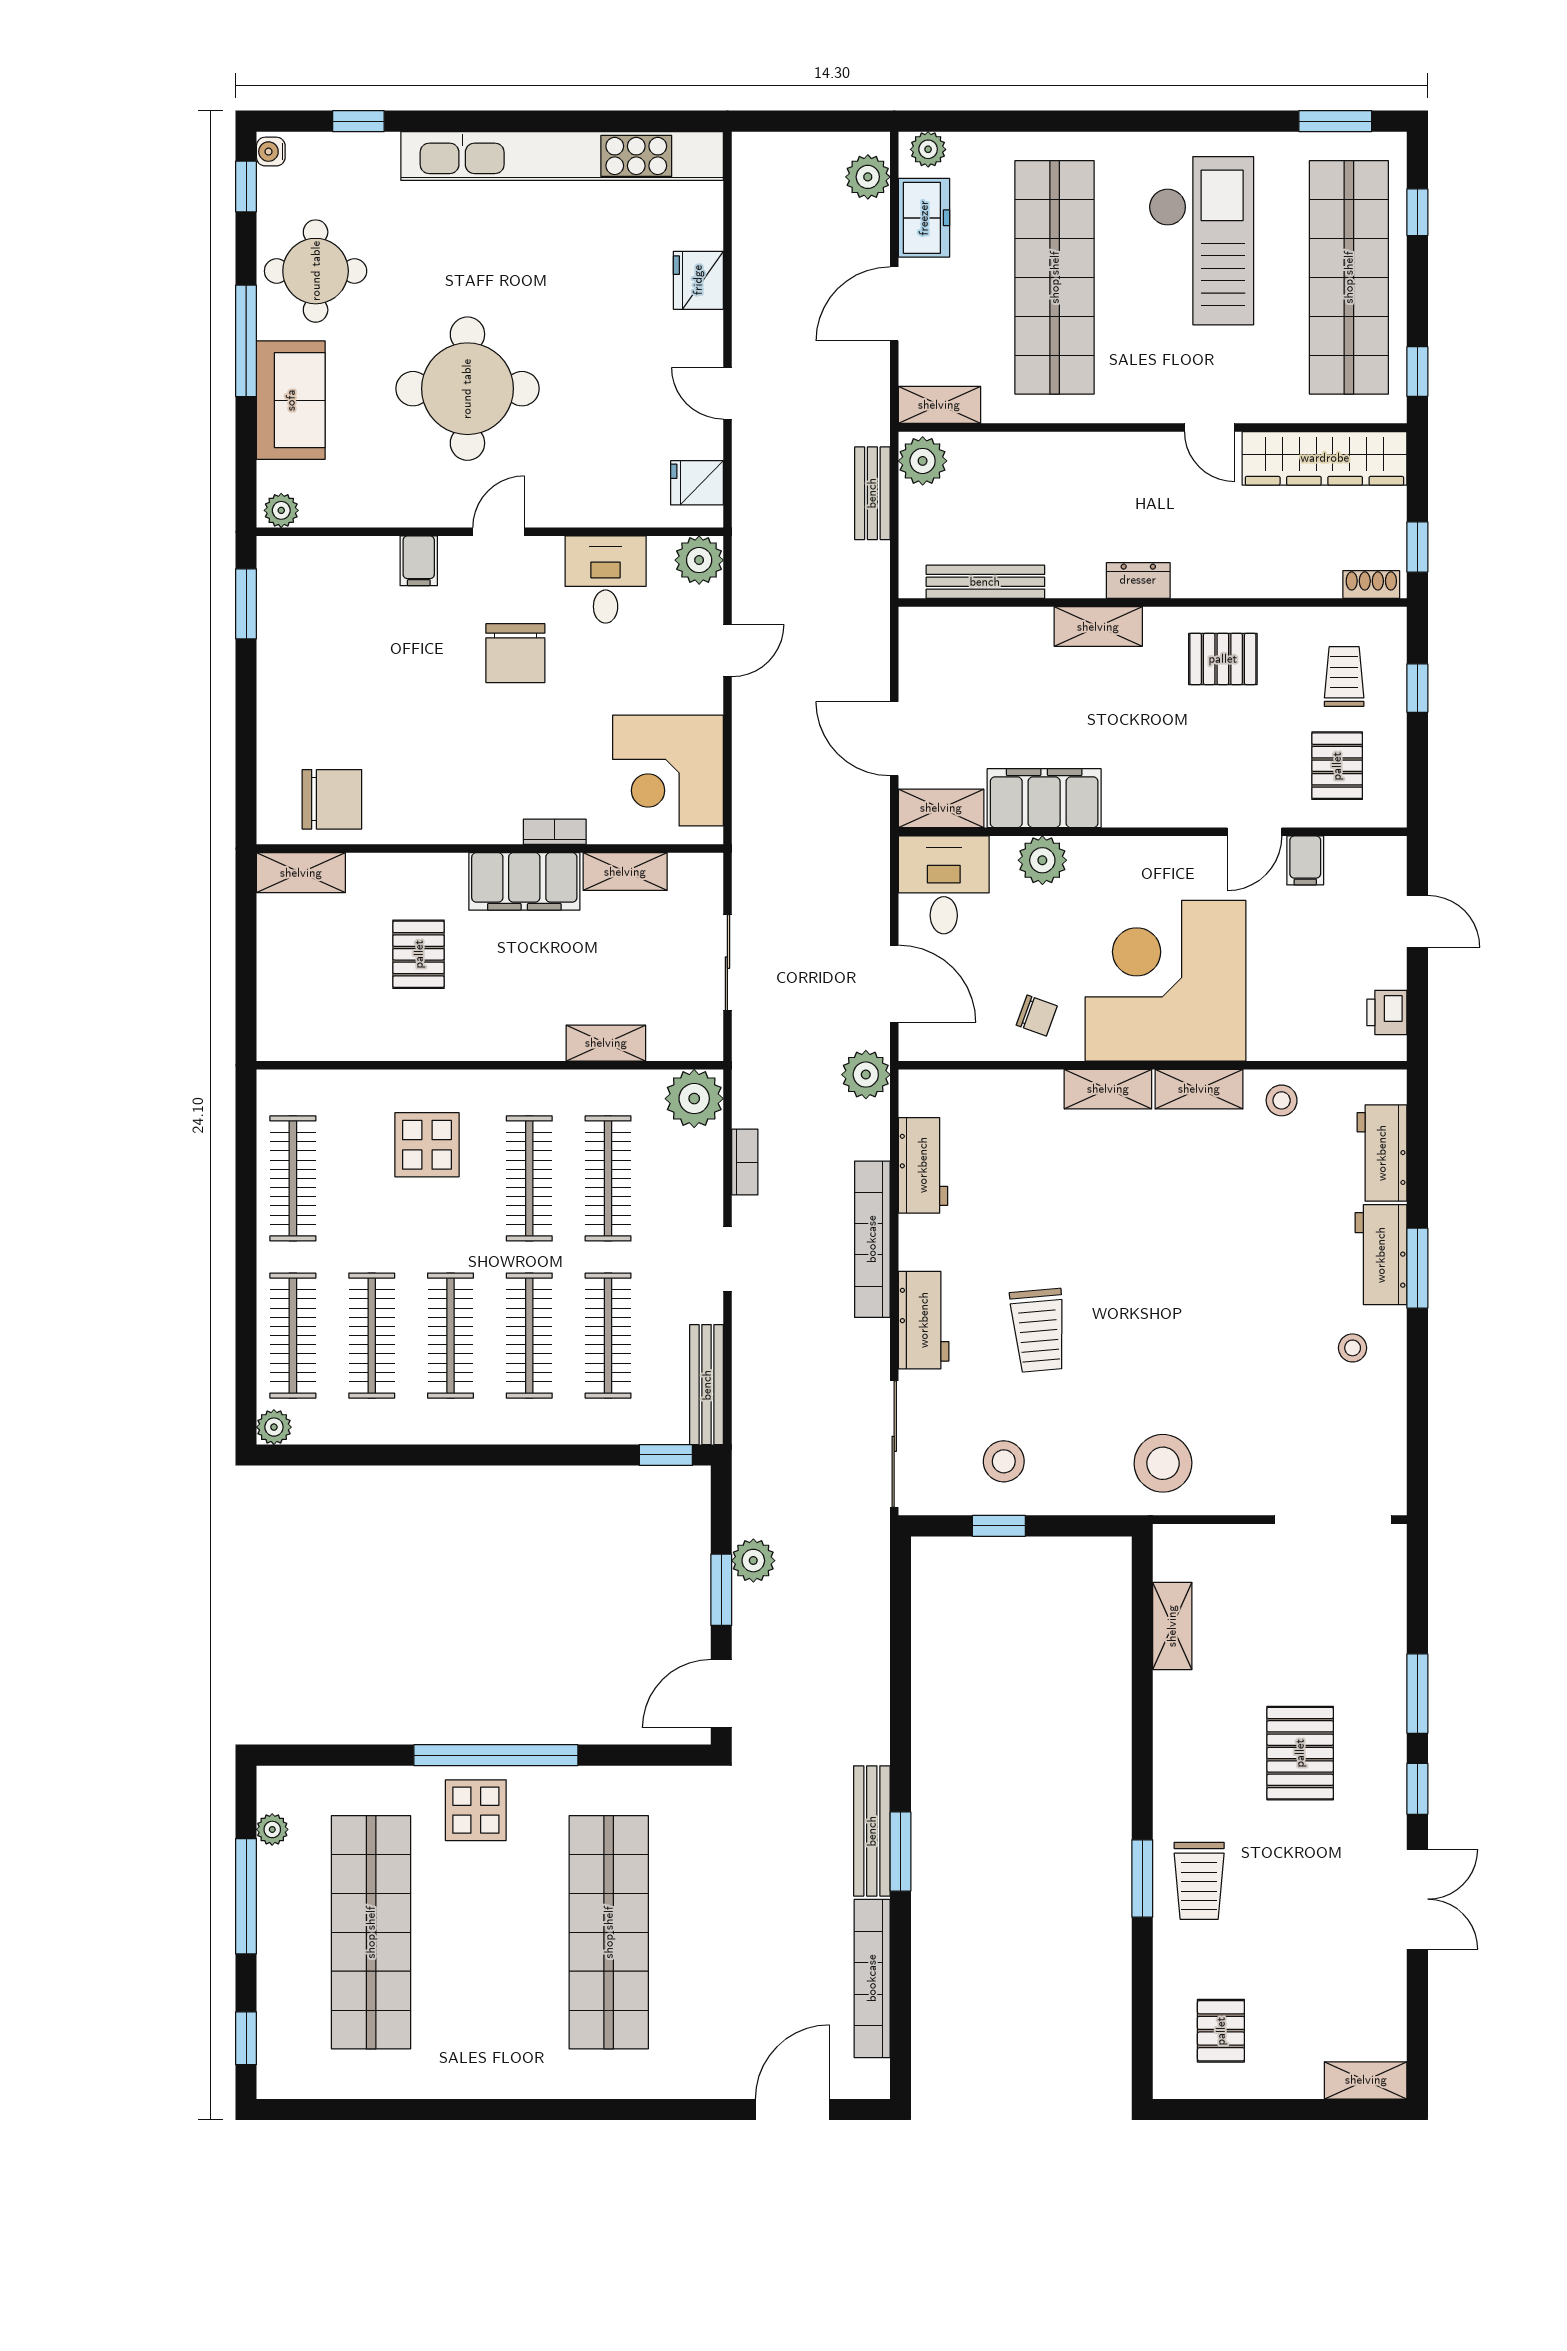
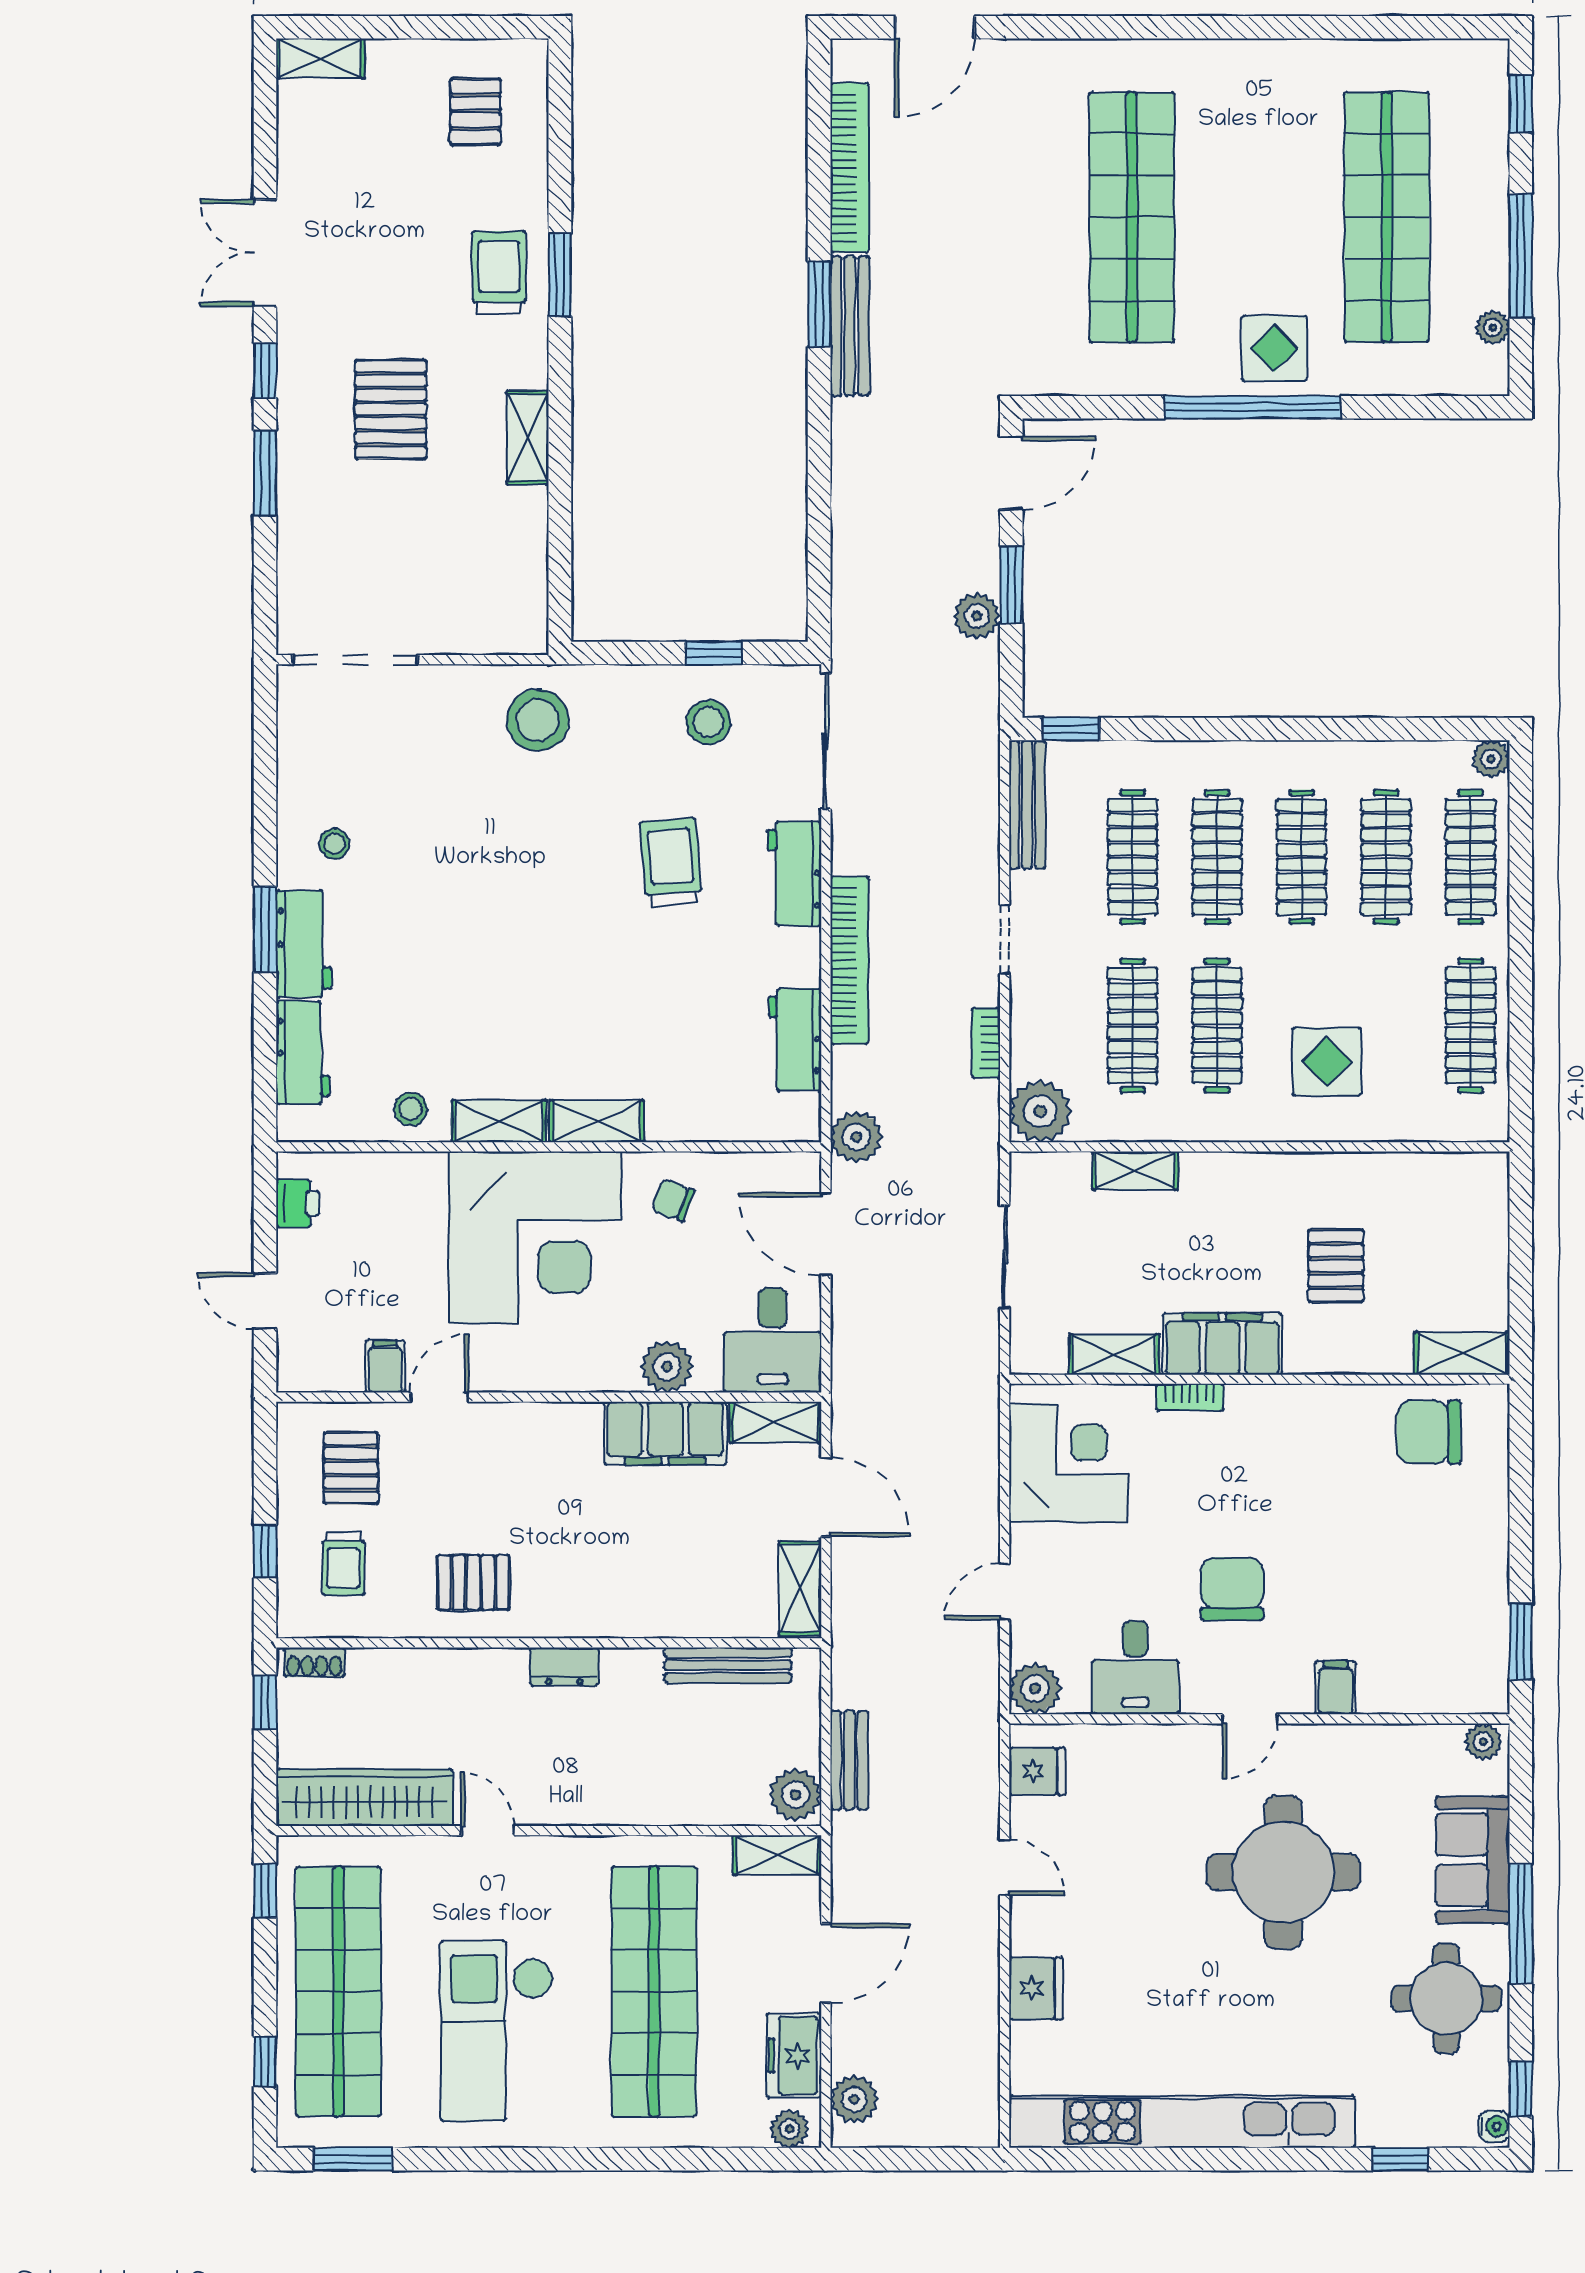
shelving: (1098, 627) -> (800, 1588), moved, turned 90
shelving: (1172, 1626) -> (528, 438), moved

